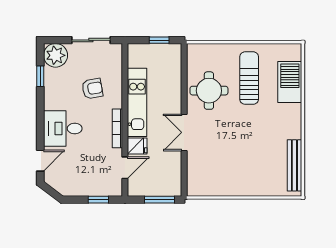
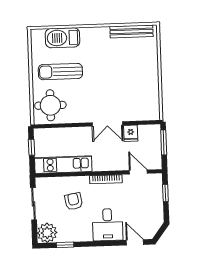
round table: (209, 91) -> (50, 105), moved
kitchen unit: (137, 102) -> (63, 165), moved
fridge: (137, 146) -> (131, 133), moved, turned 180

